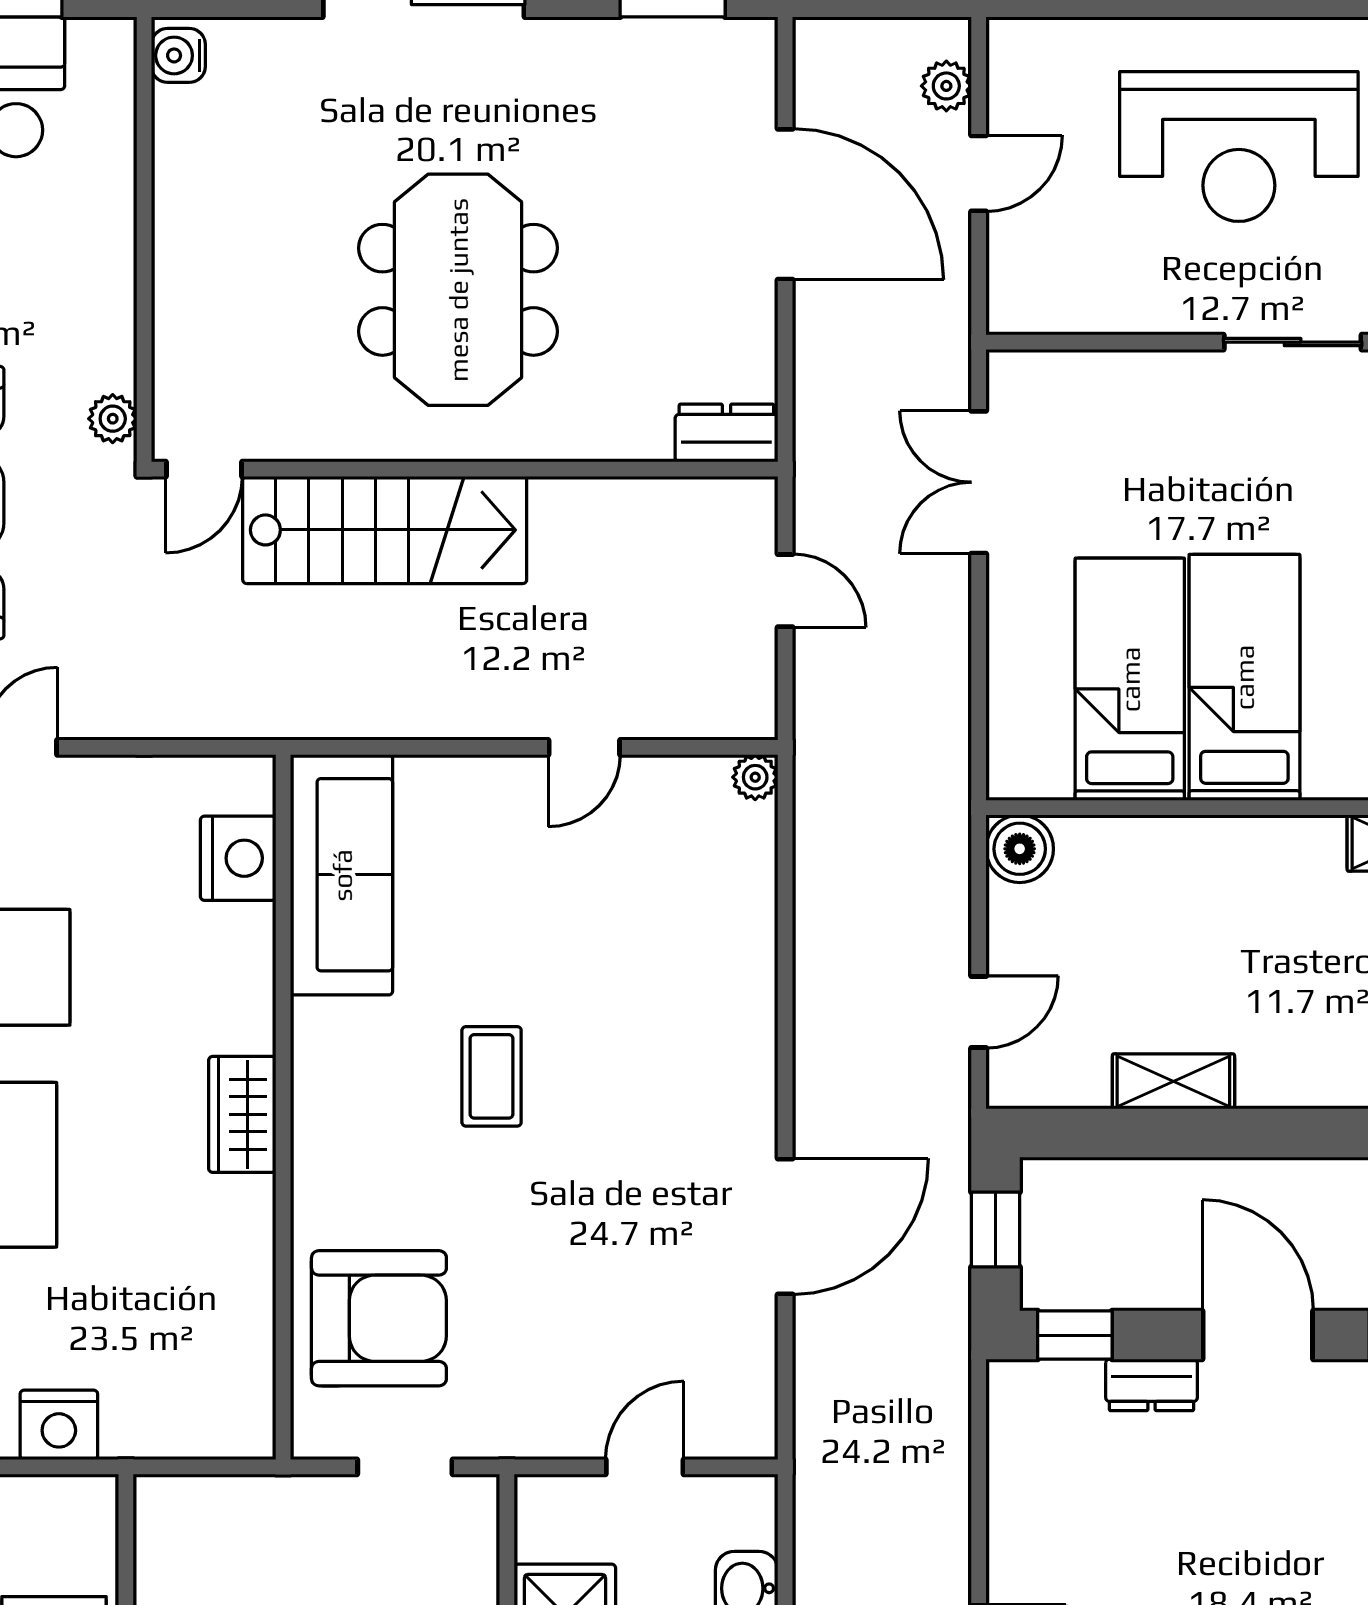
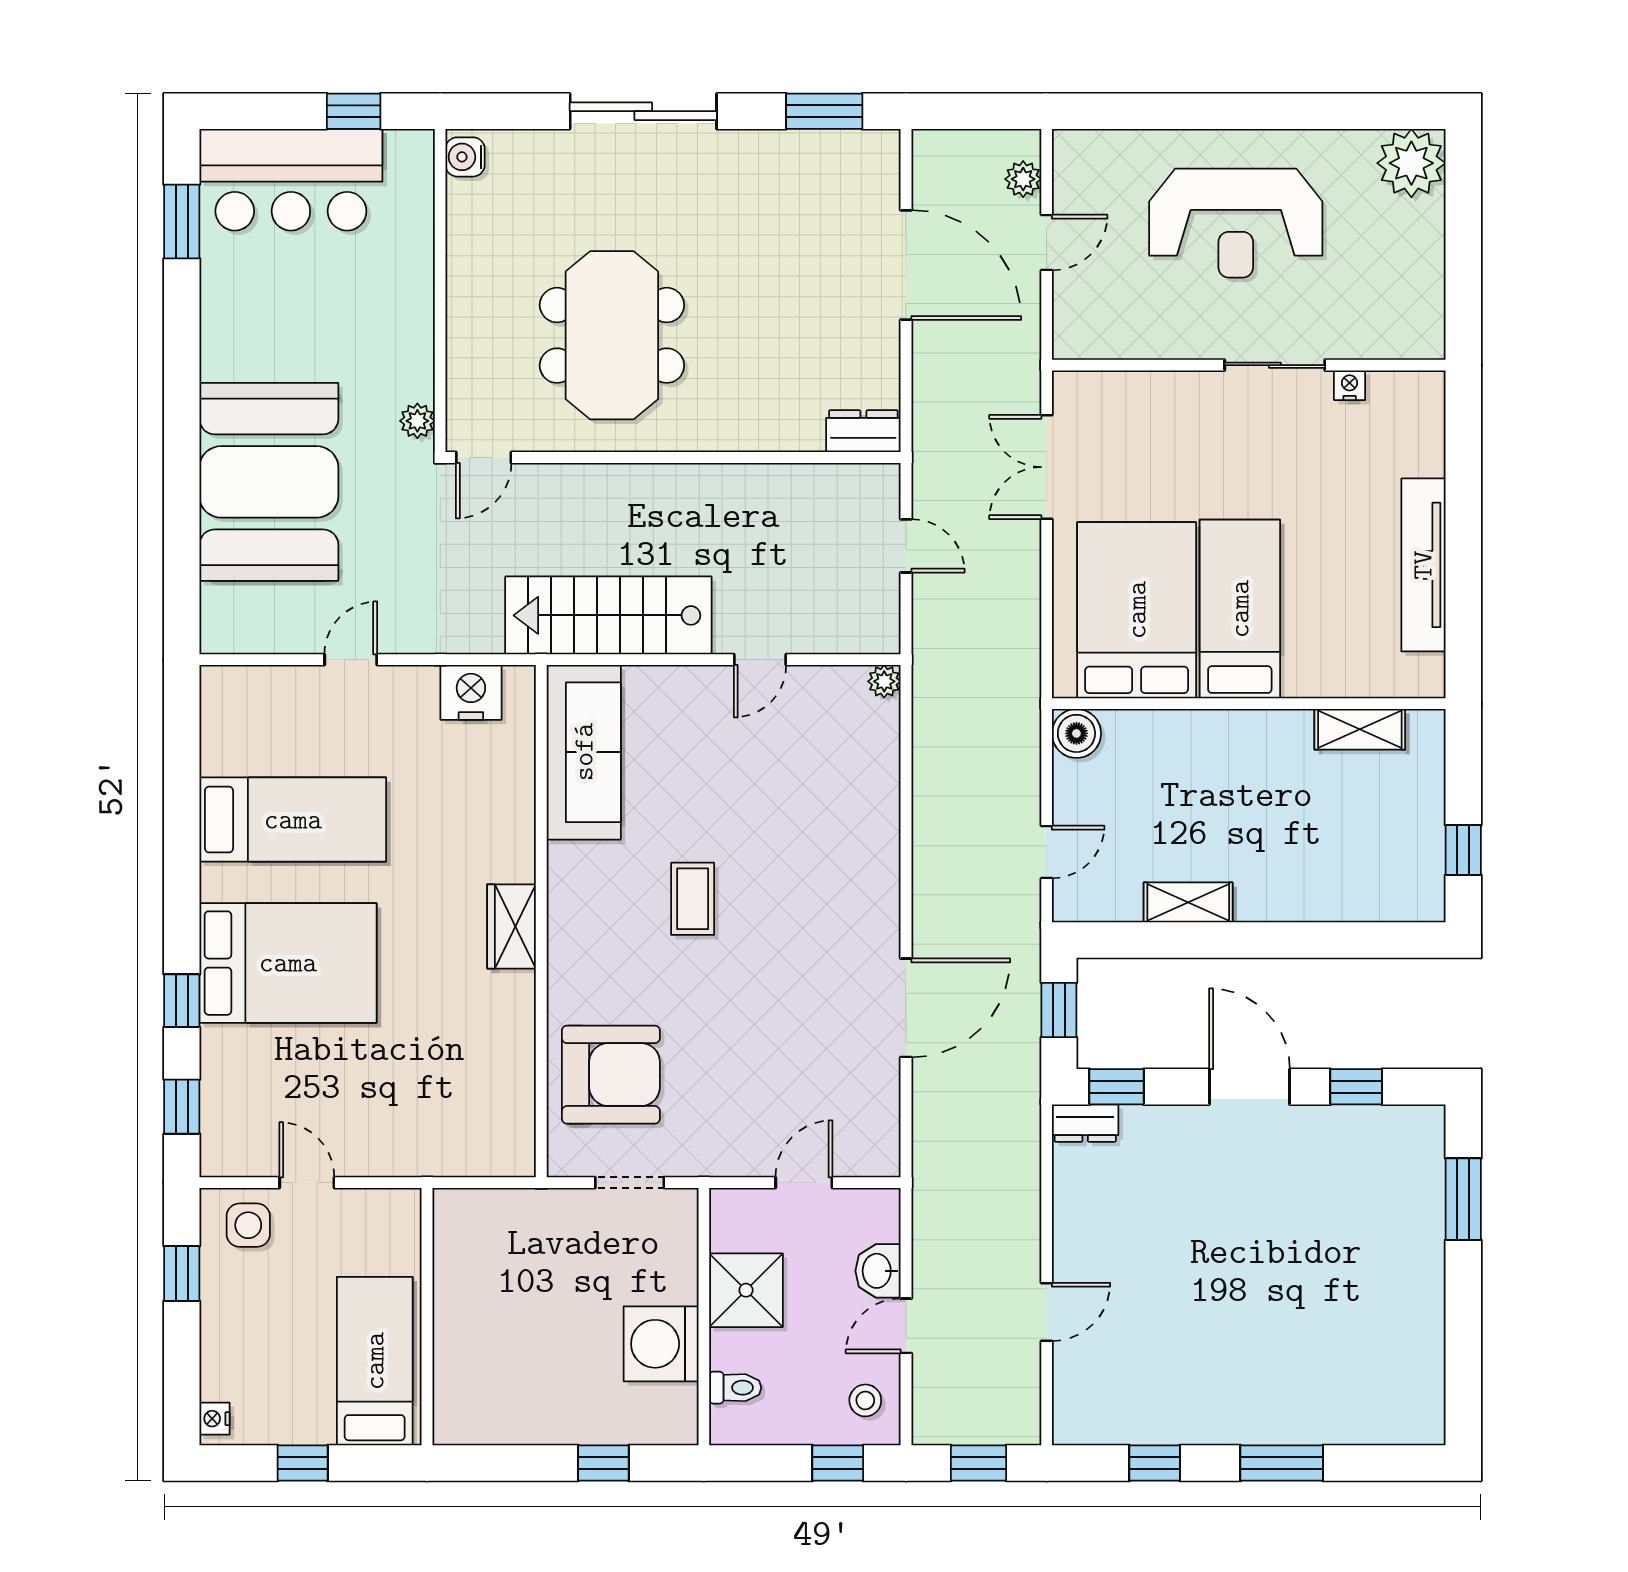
meeting table: (458, 290) -> (612, 335), moved
stairs: (385, 530) -> (608, 615), moved, turned 180
bed: (1130, 679) -> (1137, 610), width x1.50
nightstand: (238, 858) -> (471, 692), moved, turned -90
dresser: (1152, 1385) -> (1085, 1123), moved
nightstand: (59, 1425) -> (378, 1152), removed

